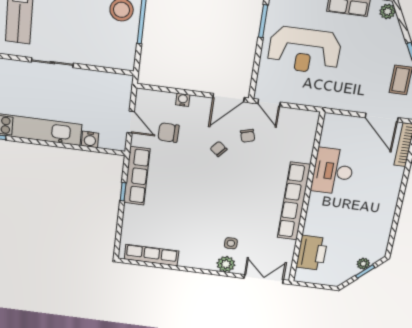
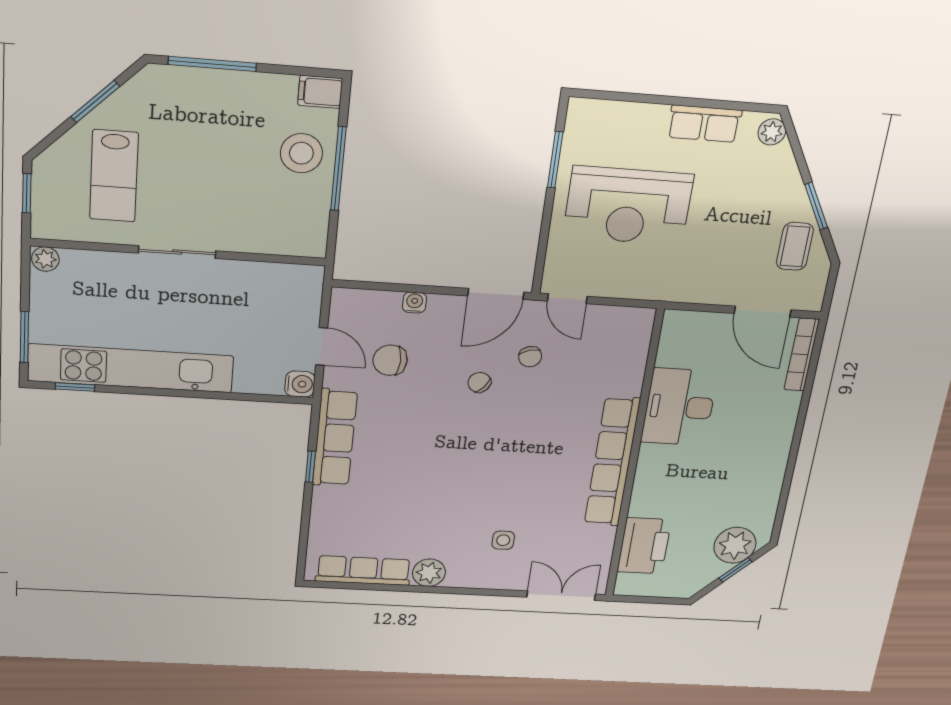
water cooler: (90, 139) -> (300, 384), moved, turned -90
plant: (226, 264) -> (429, 573), moved
plant: (363, 264) -> (735, 545), width x1.88, depth x1.88

